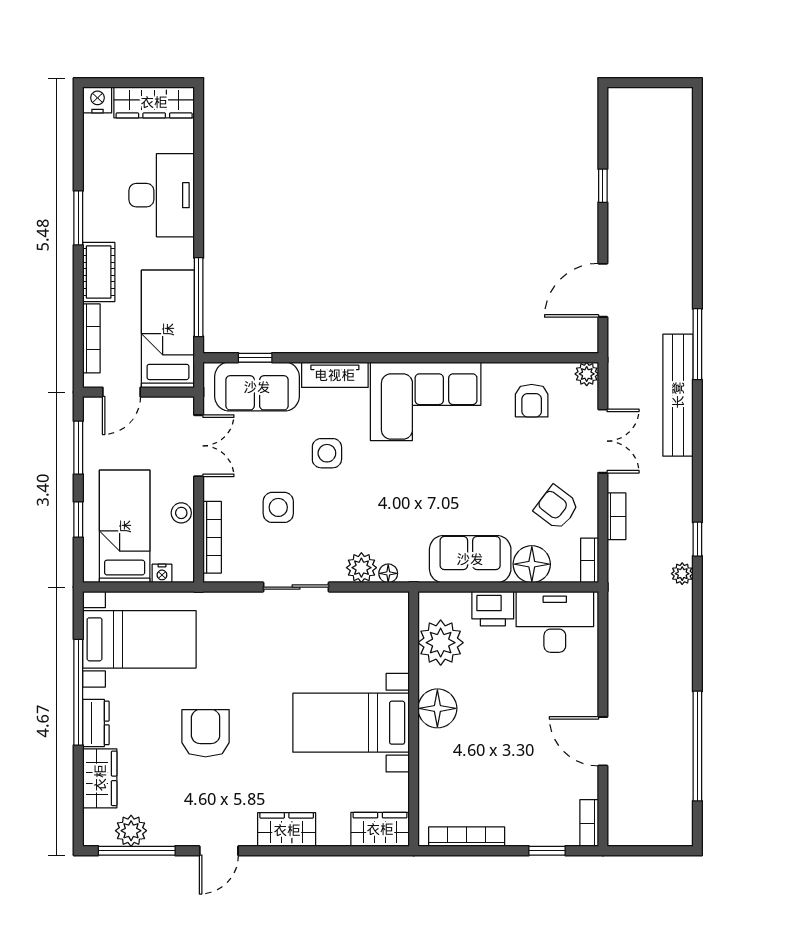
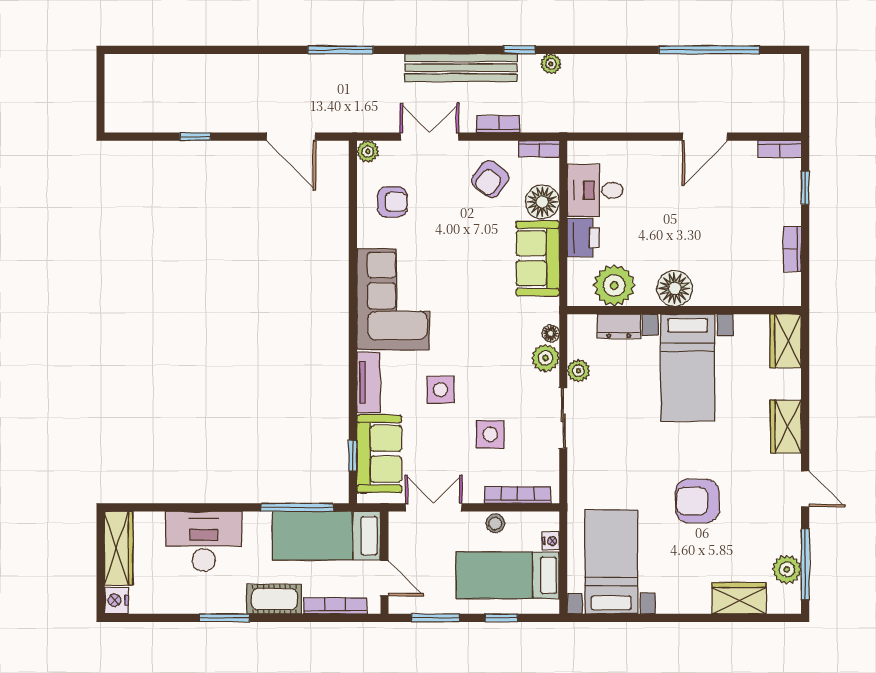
bench: (678, 395) -> (461, 68), moved
plant: (348, 604) -> (578, 371), added
desk: (555, 622) -> (595, 190), width x0.73
window: (78, 692) -> (660, 618), removed
dresser: (96, 723) -> (619, 326), moved, turned 180
bookcase: (467, 837) -> (792, 249), width x0.64

